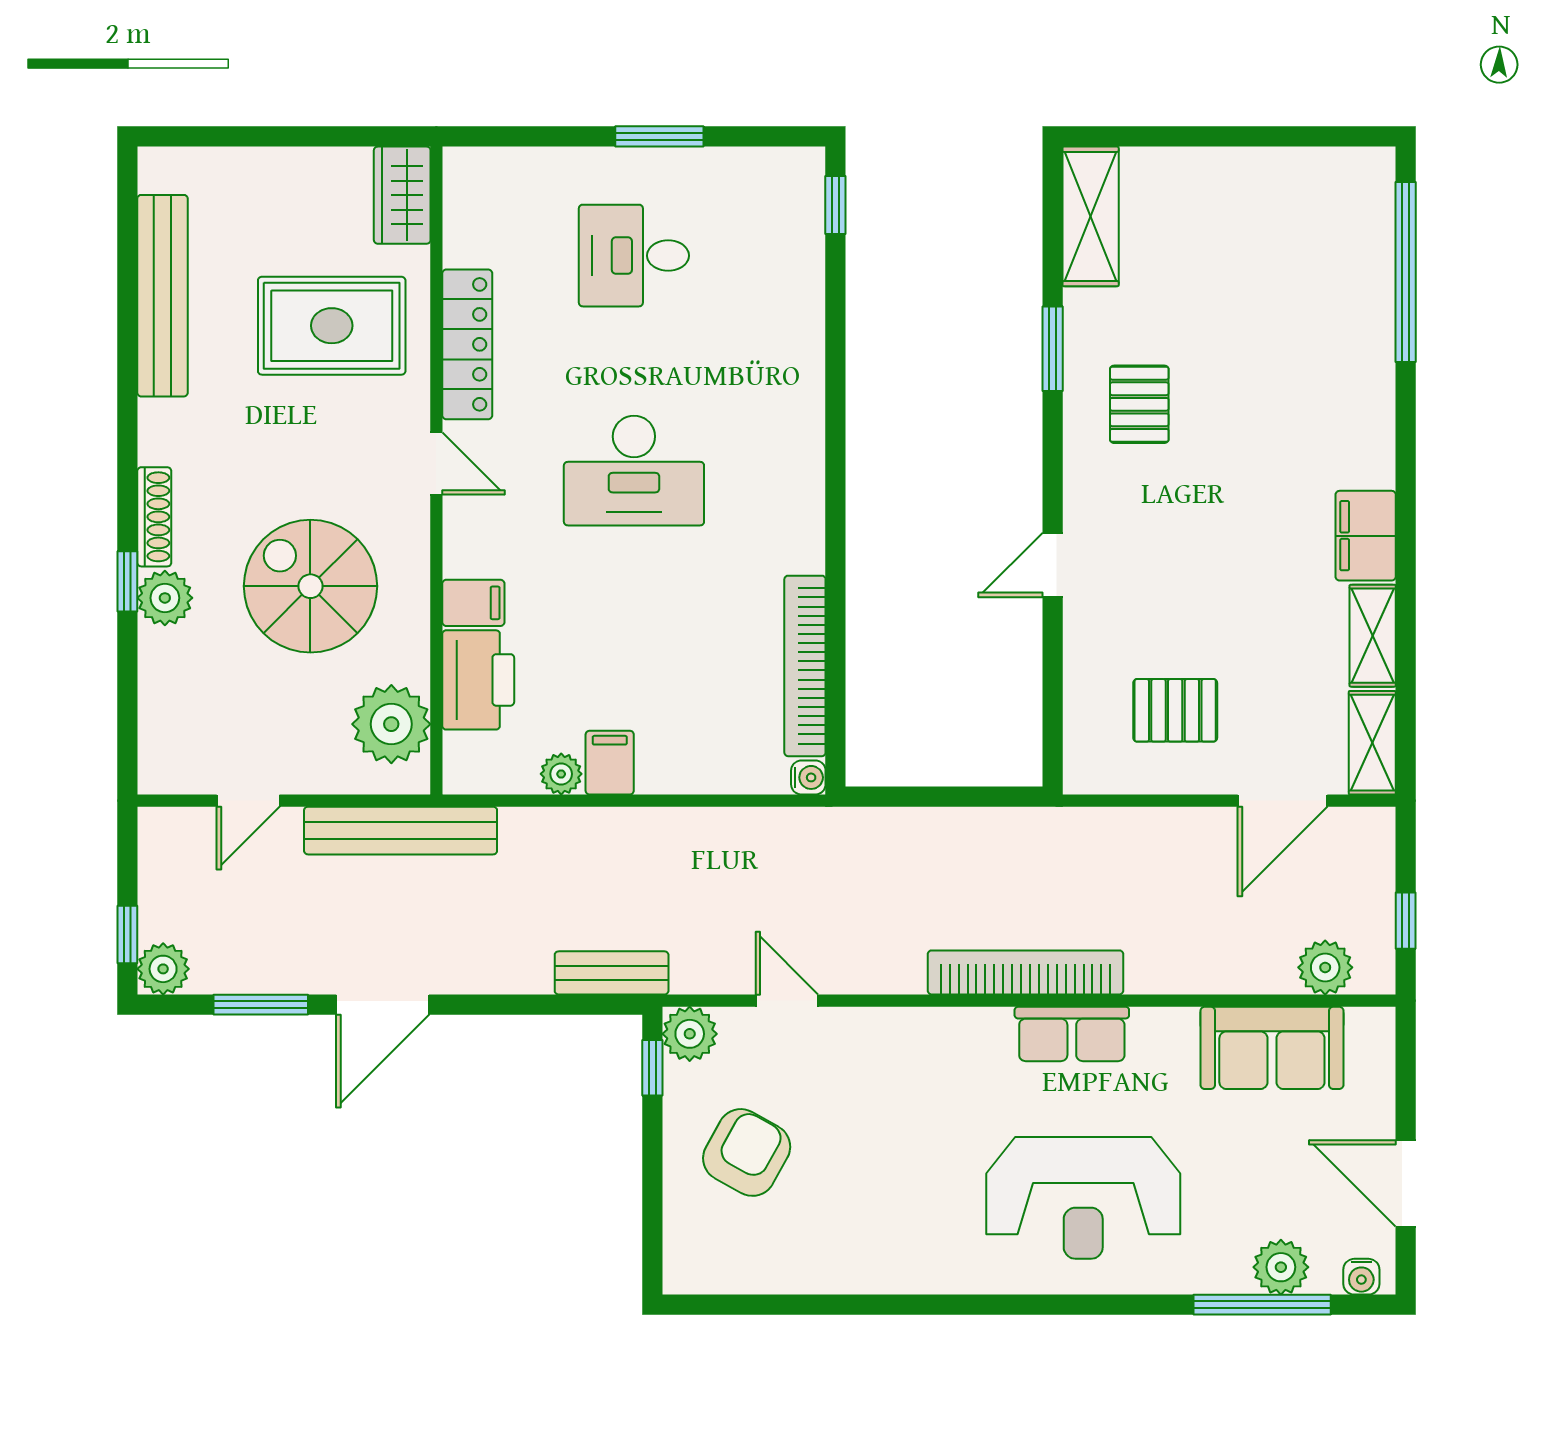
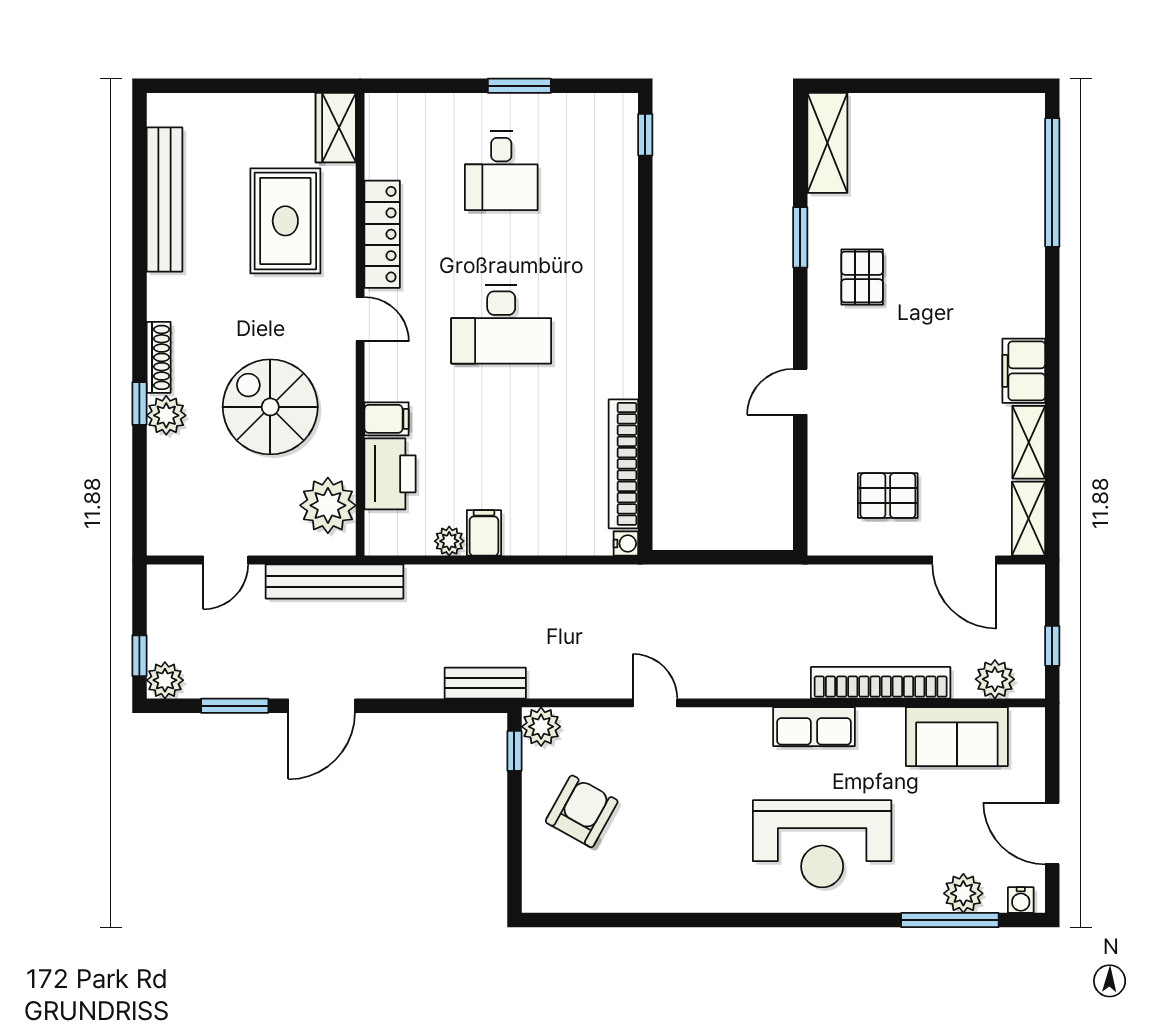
desk: (634, 256) -> (501, 171), turned -90
rug: (332, 326) -> (285, 221), turned 90
door: (1282, 801) -> (964, 560), hinge flipped
bookcase: (1026, 972) -> (881, 683), moved
door: (787, 1001) -> (655, 703), moved

